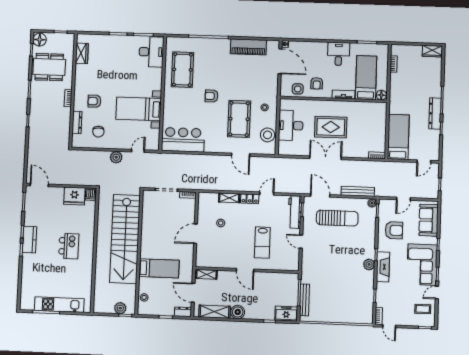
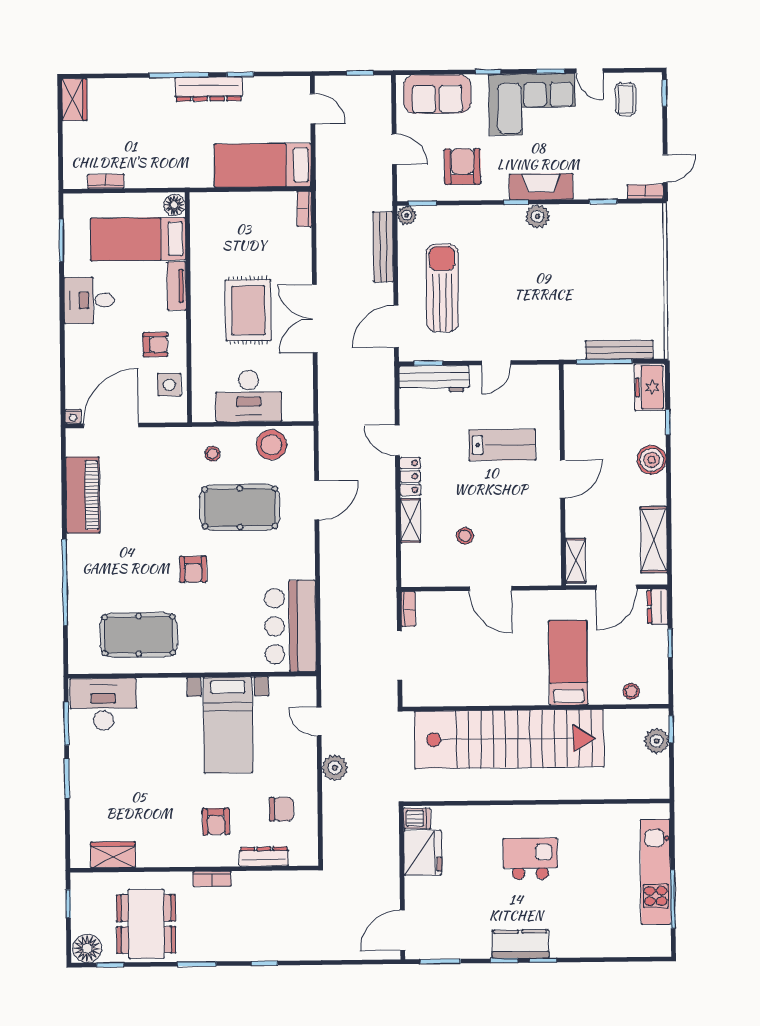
boiler: (238, 312) -> (652, 460), moved

